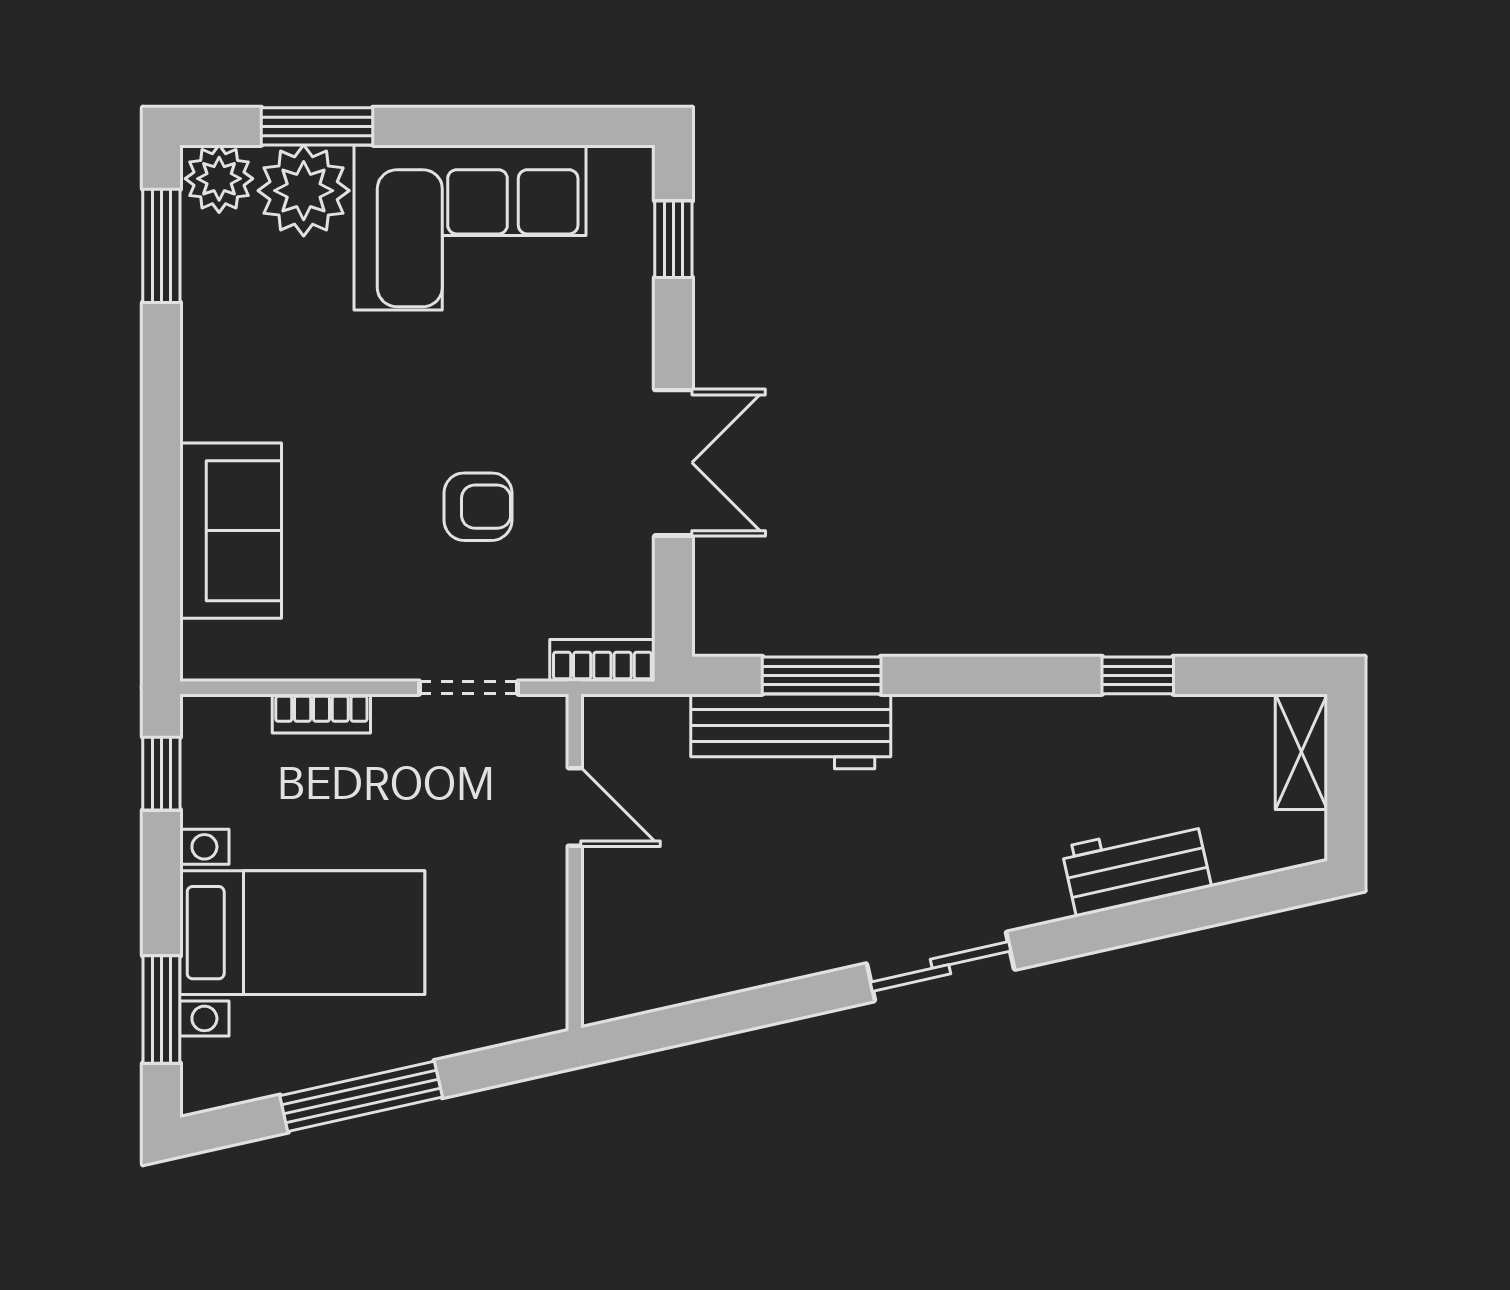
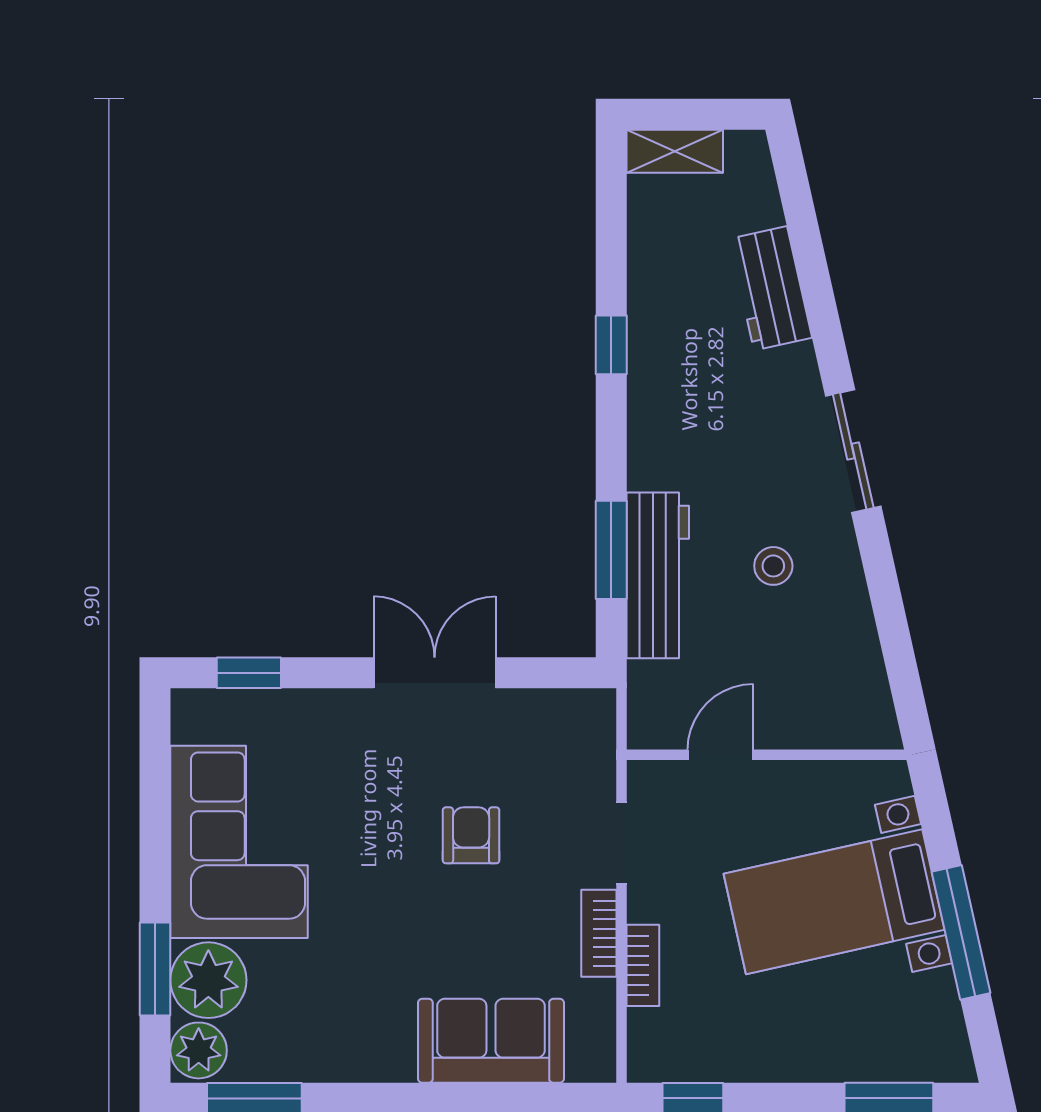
bookcase: (602, 660) -> (599, 933), moved
window: (1138, 675) -> (611, 345), moved
stool: (802, 870) -> (773, 566), added
bed with nightstands: (302, 933) -> (834, 902), moved, turned -103

